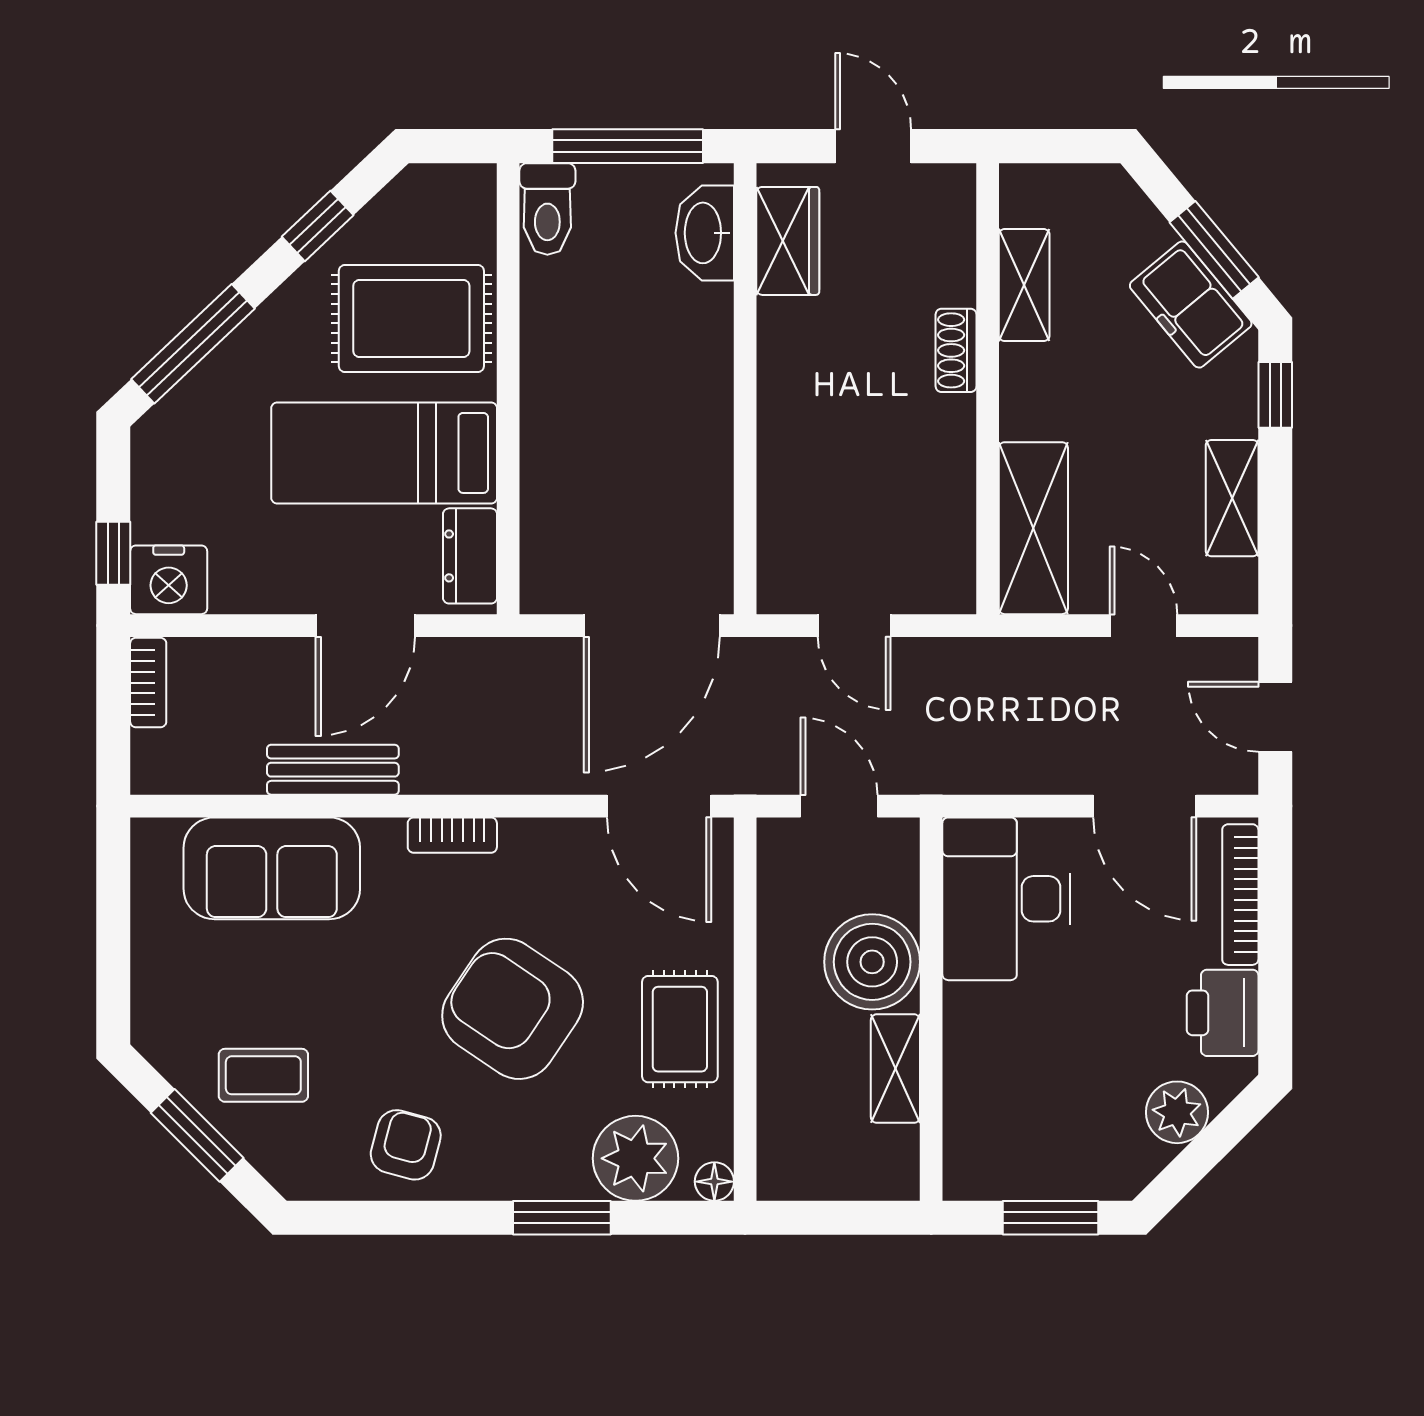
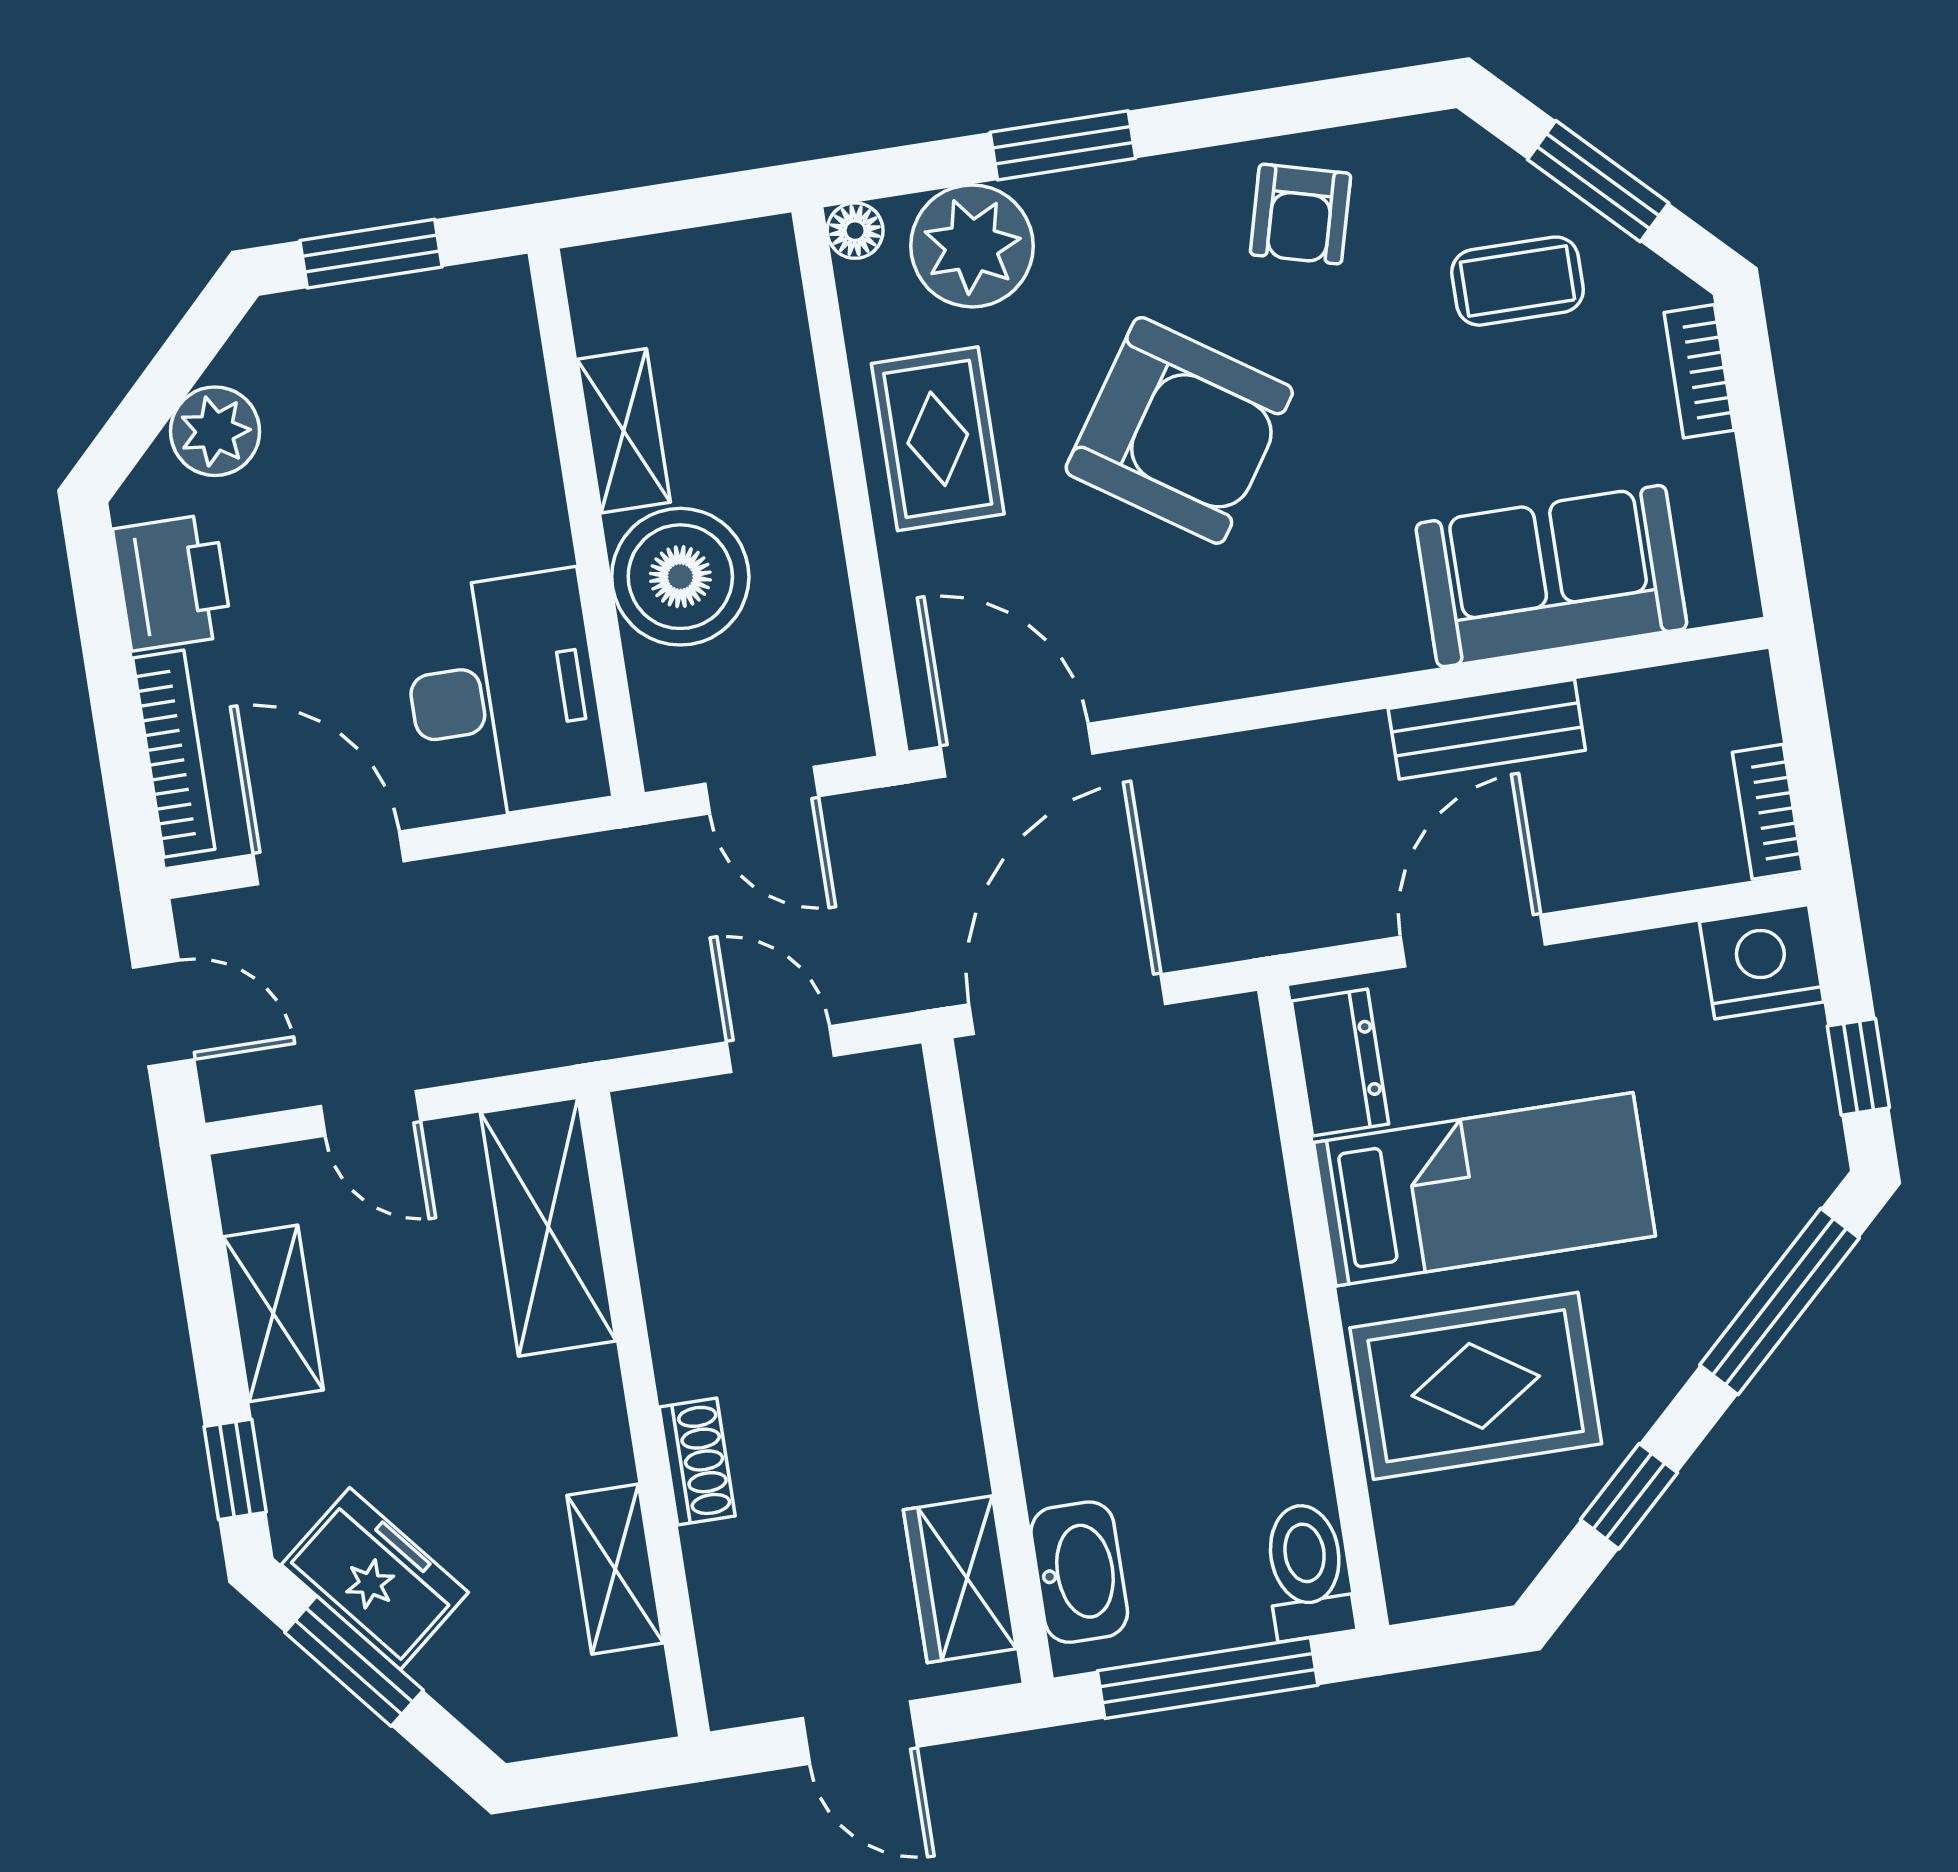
window: (113, 553) -> (1858, 1067), moved
bookcase: (452, 835) -> (1699, 371), moved, turned -90

